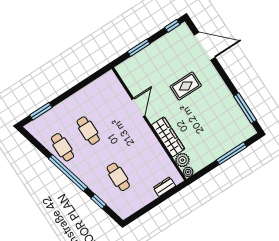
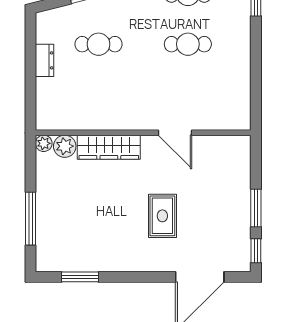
window: (139, 48) -> (256, 208), moved
window: (245, 108) -> (80, 277), width x0.69
dresser: (164, 187) -> (44, 60), moved

